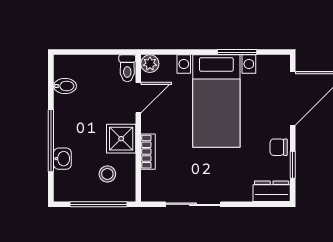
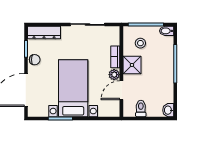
plant: (150, 64) -> (114, 75), moved
toilet: (127, 68) -> (141, 108), moved
bidet: (65, 86) -> (167, 31), moved
washbasin: (62, 159) -> (168, 110), moved
dresser: (272, 191) -> (44, 33), width x1.44

